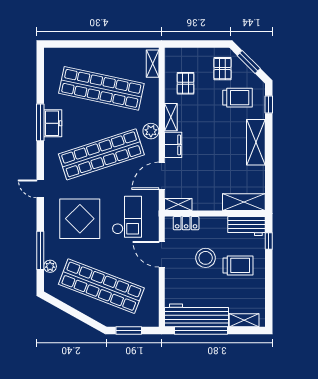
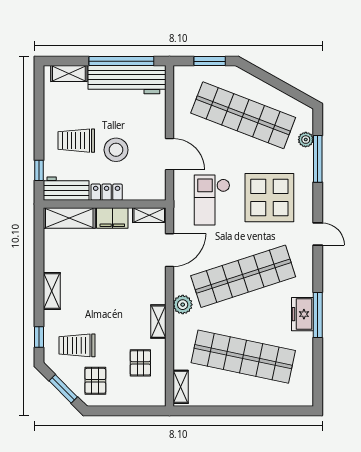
shelving: (256, 142) -> (52, 291), width x0.67, depth x0.75
filing cabinet: (173, 145) -> (112, 218), moved, turned -90
locker: (186, 223) -> (107, 192), moved

